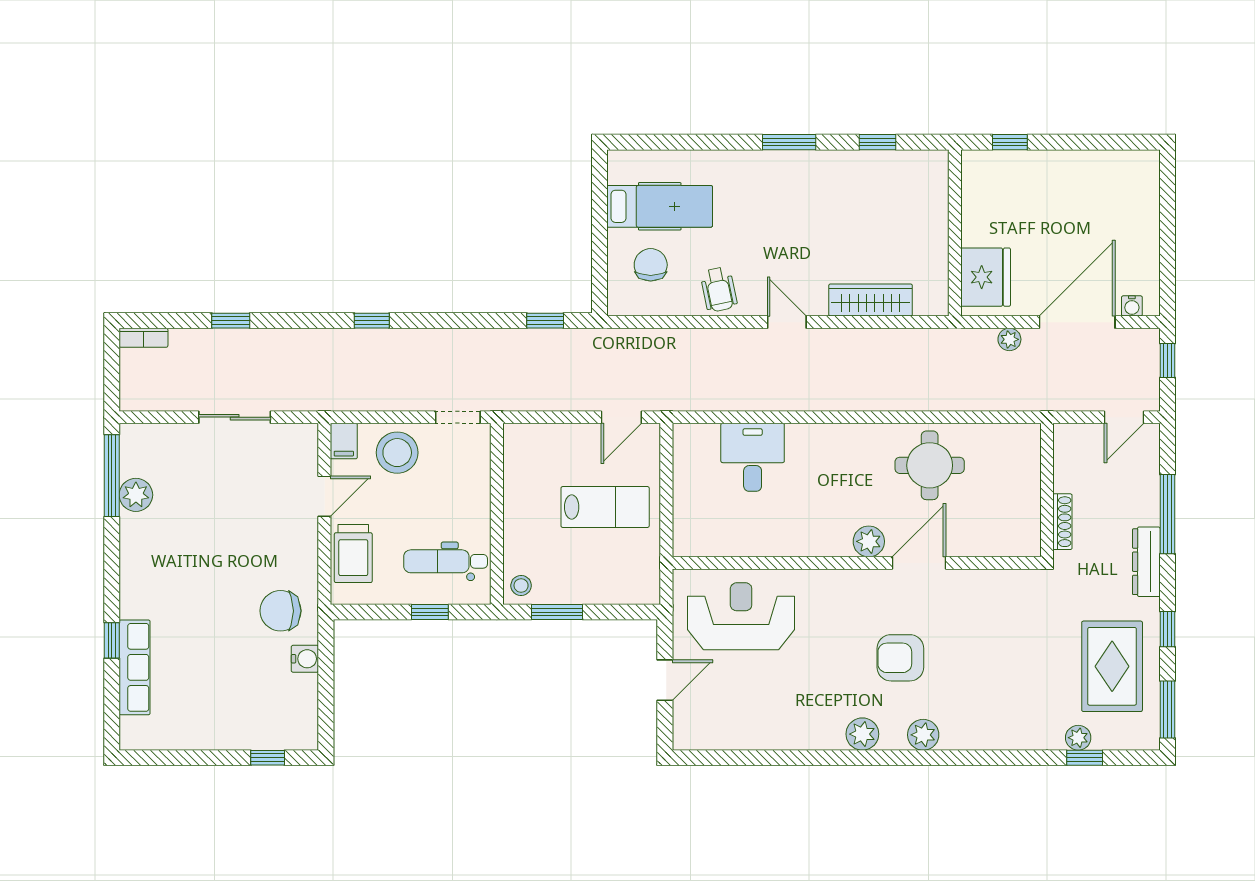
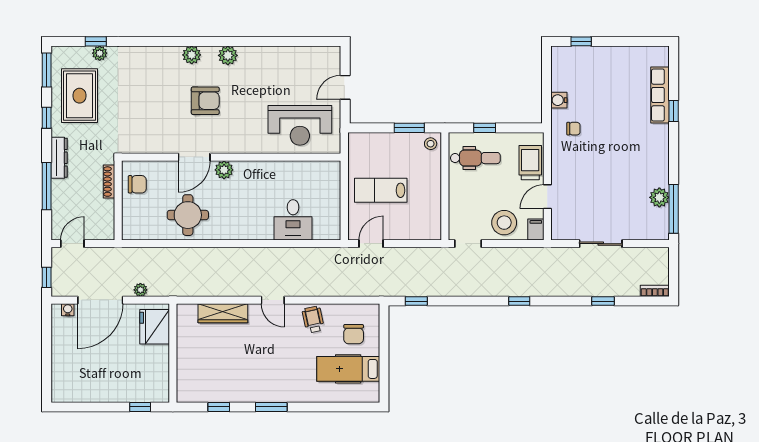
chair: (1015, 517) -> (137, 184), added
chair: (280, 611) -> (573, 129), width x0.54, depth x0.54

